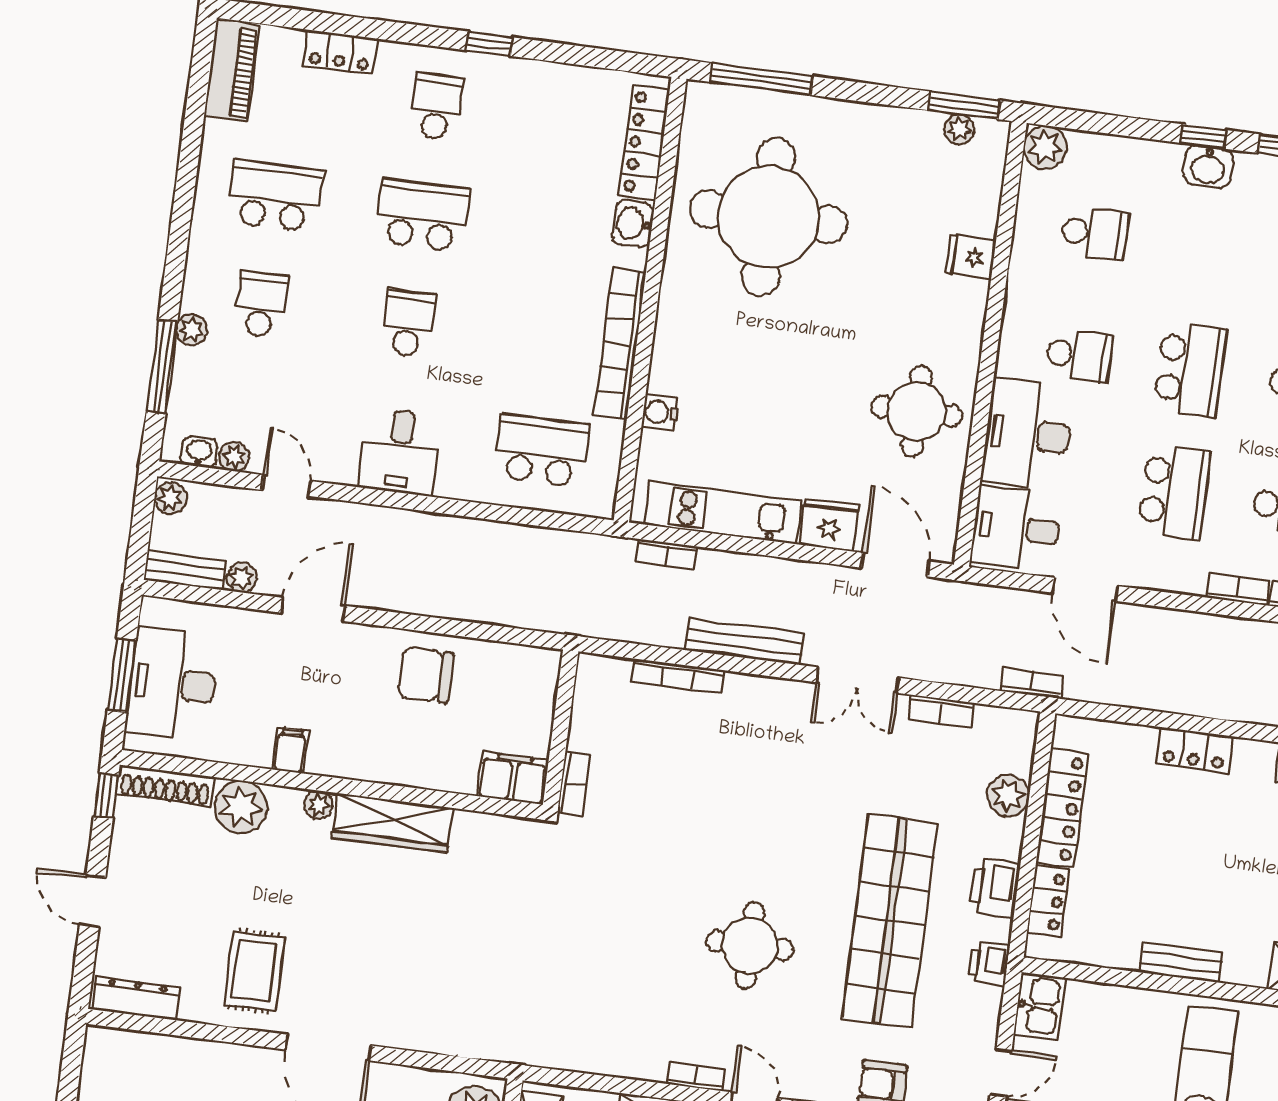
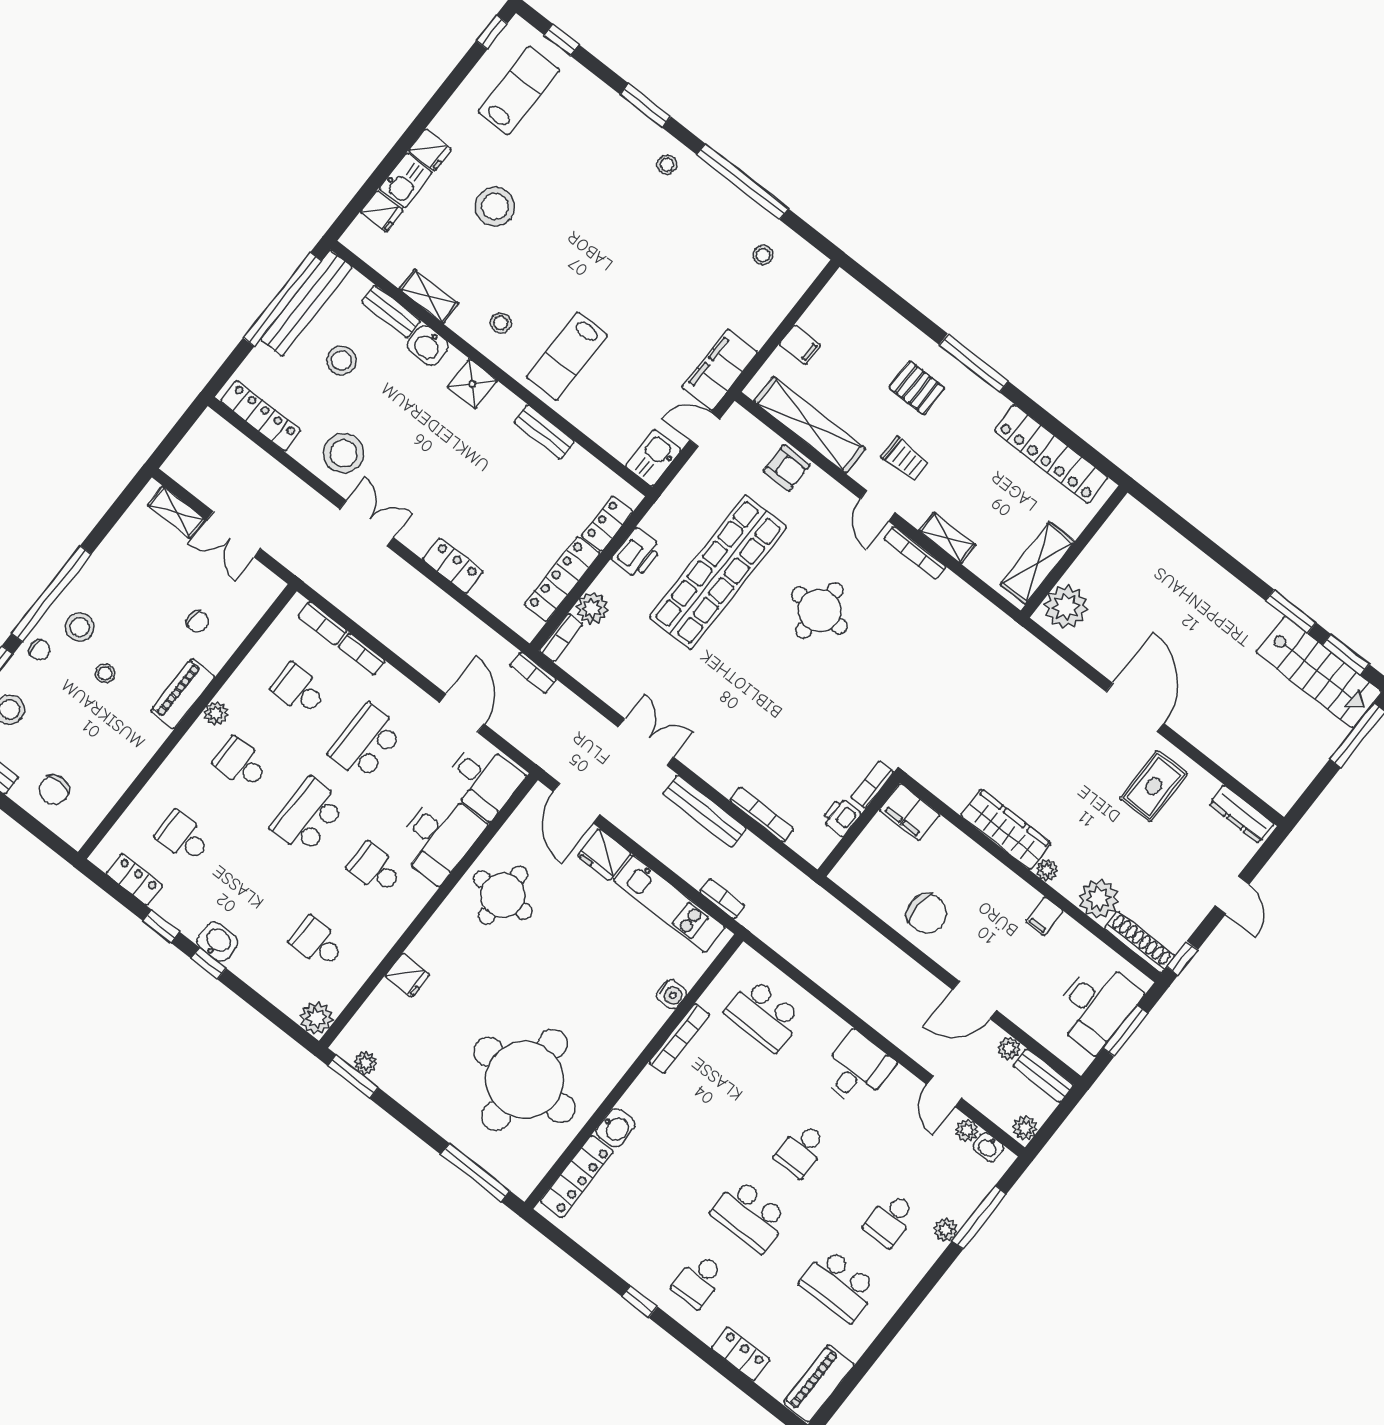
bookcase: (620, 344) -> (679, 1038), width x0.68, depth x0.76
bookcase: (941, 711) -> (561, 638), moved, turned 90
printer: (989, 964) -> (841, 817), moved, turned 180
bookcase: (696, 1077) -> (915, 553), width x1.56

